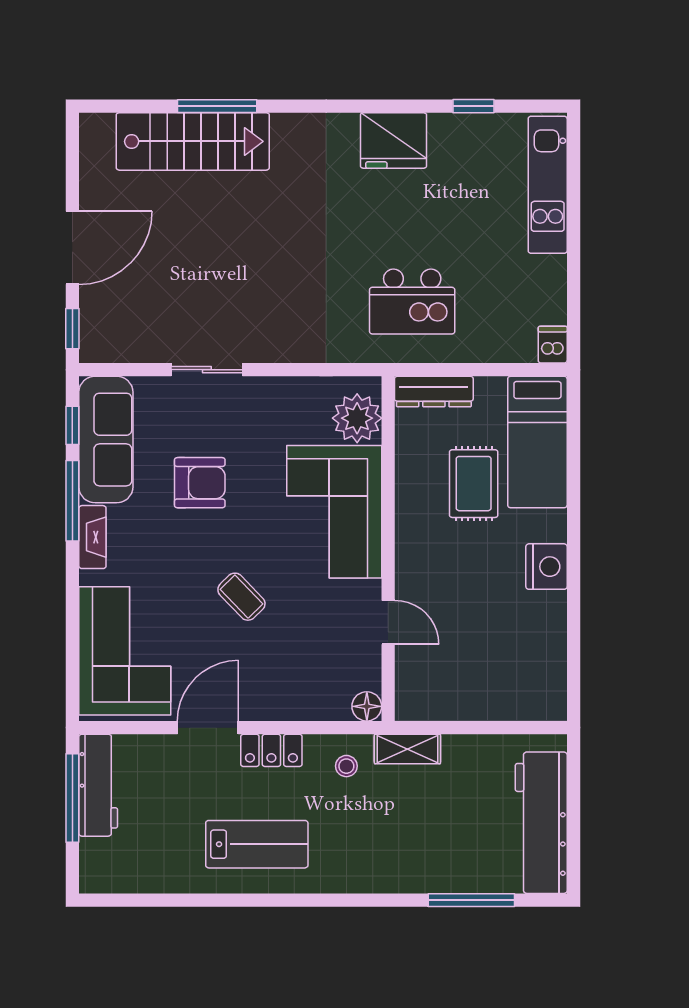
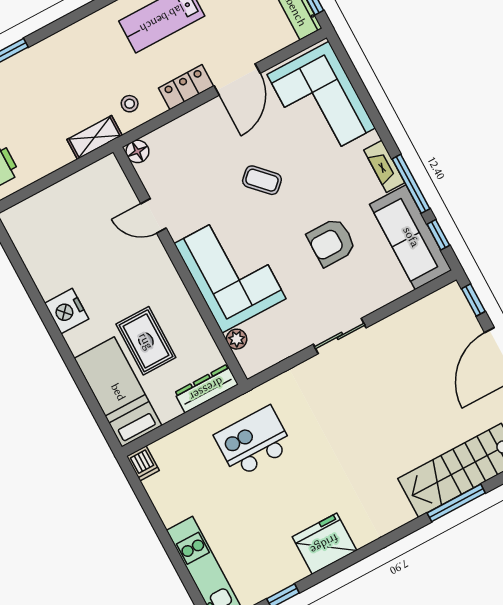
sliding door: (207, 370) -> (340, 336), moved
plant: (357, 418) -> (237, 339), width x0.53, depth x0.53

